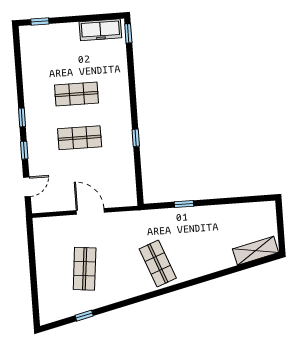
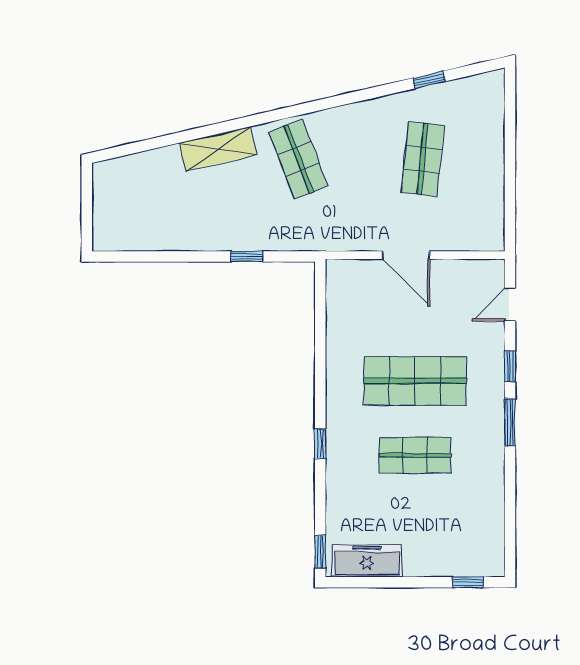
window: (22, 117) -> (510, 422), width x1.50
shop shelf: (80, 138) -> (415, 381), width x1.43, depth x1.36
window: (136, 138) -> (320, 443), moved
shelving: (256, 251) -> (218, 149), moved

